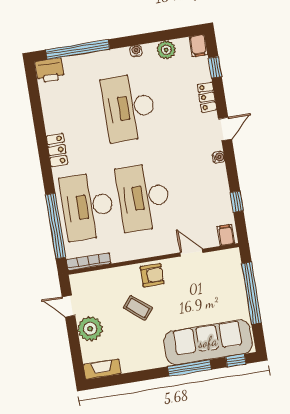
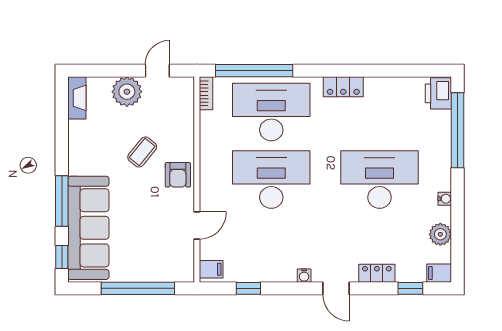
bookcase: (89, 262) -> (206, 93), width x0.64

